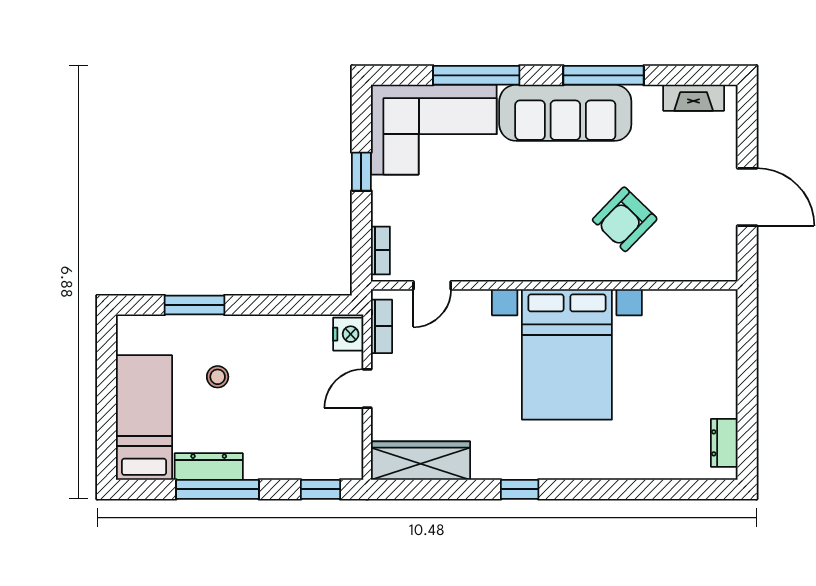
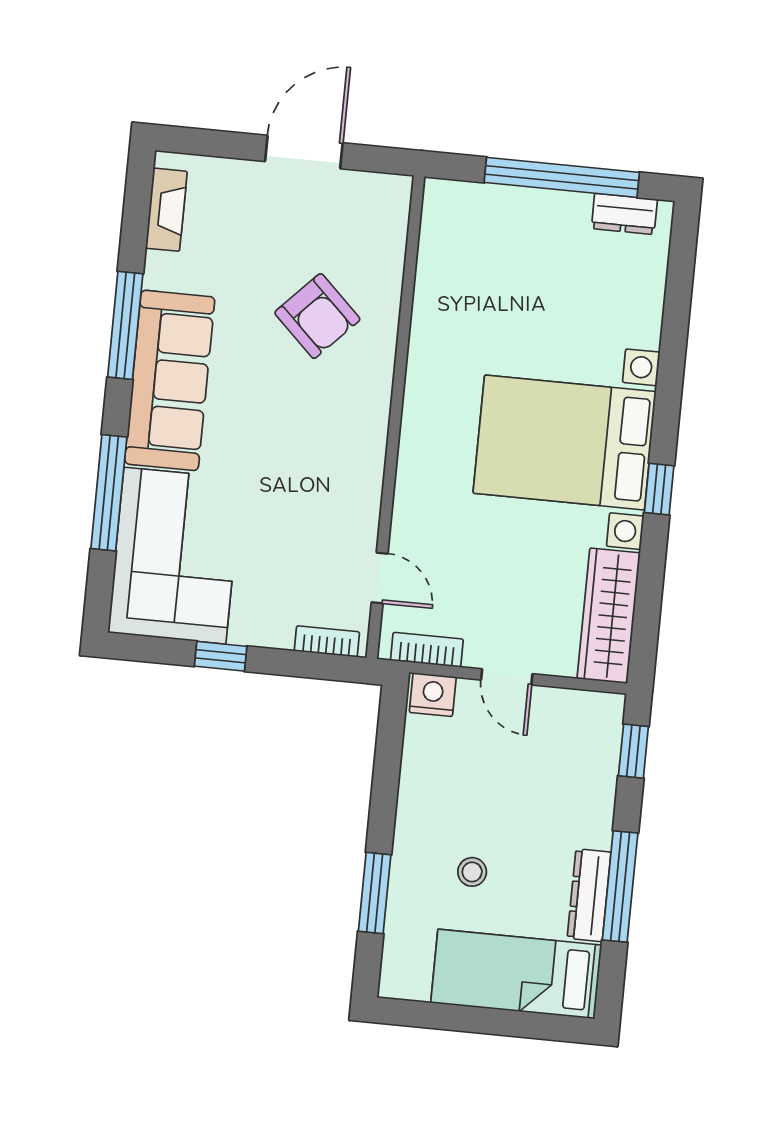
bed with nightstands: (567, 354) -> (564, 442), moved, turned 180
window: (747, 393) -> (562, 177), added

